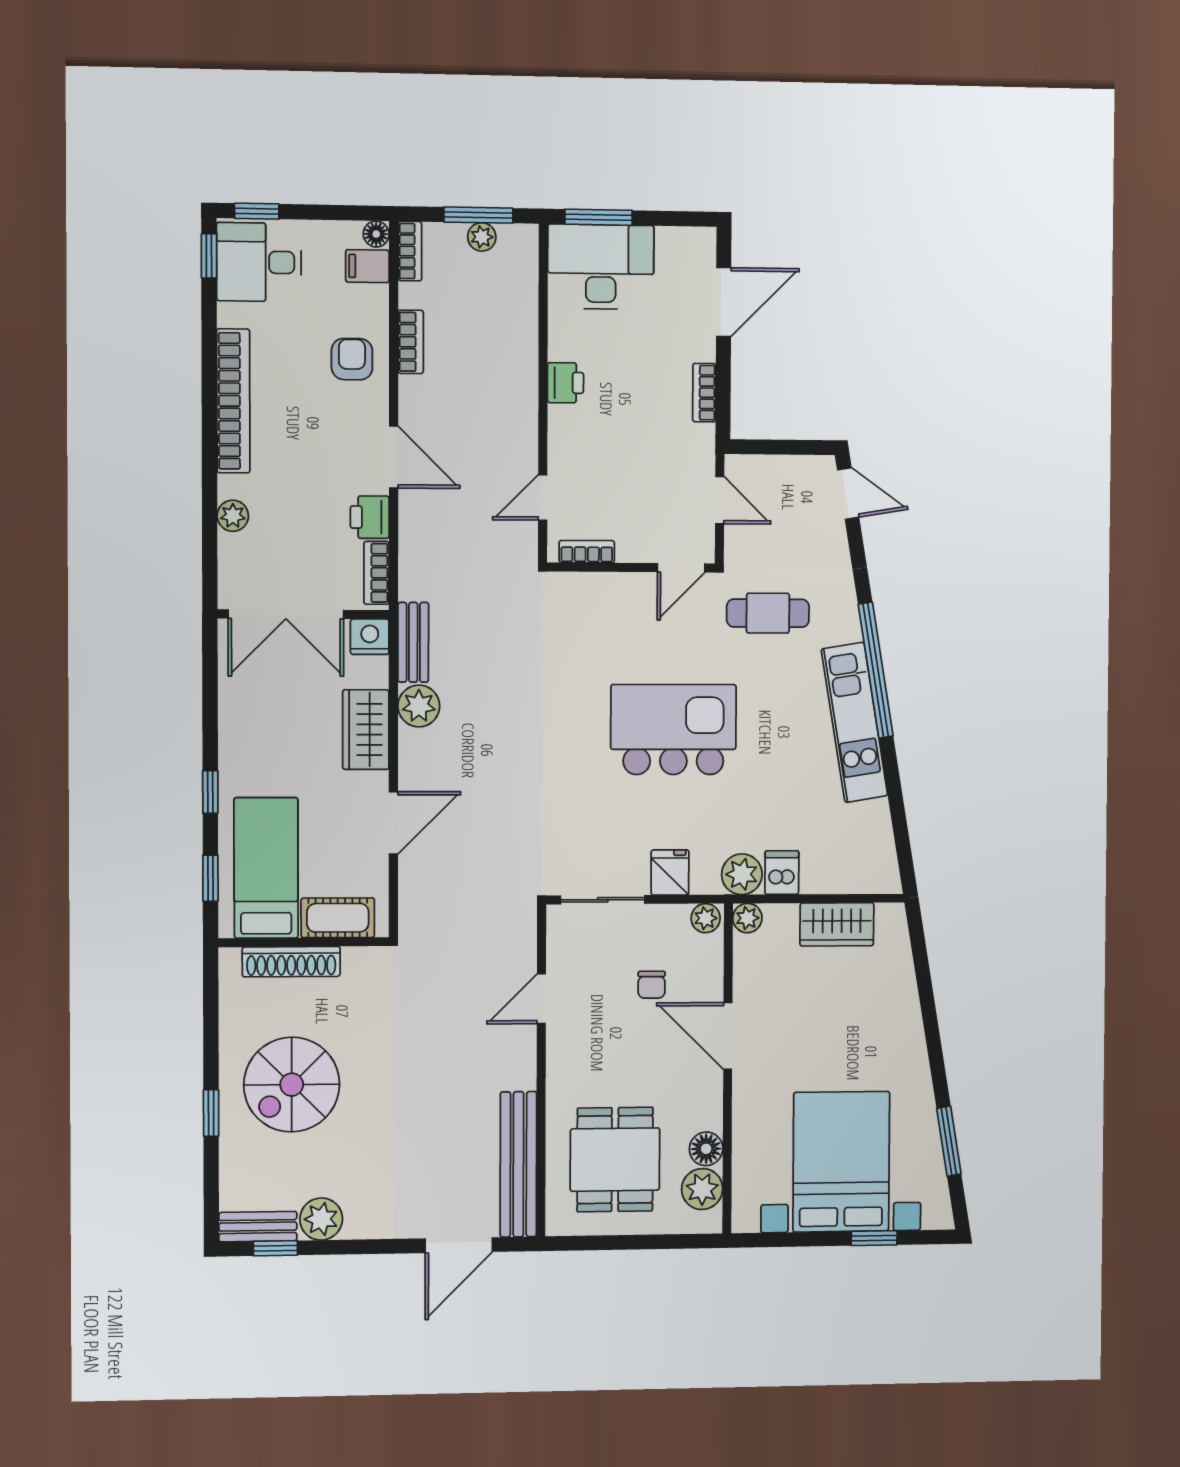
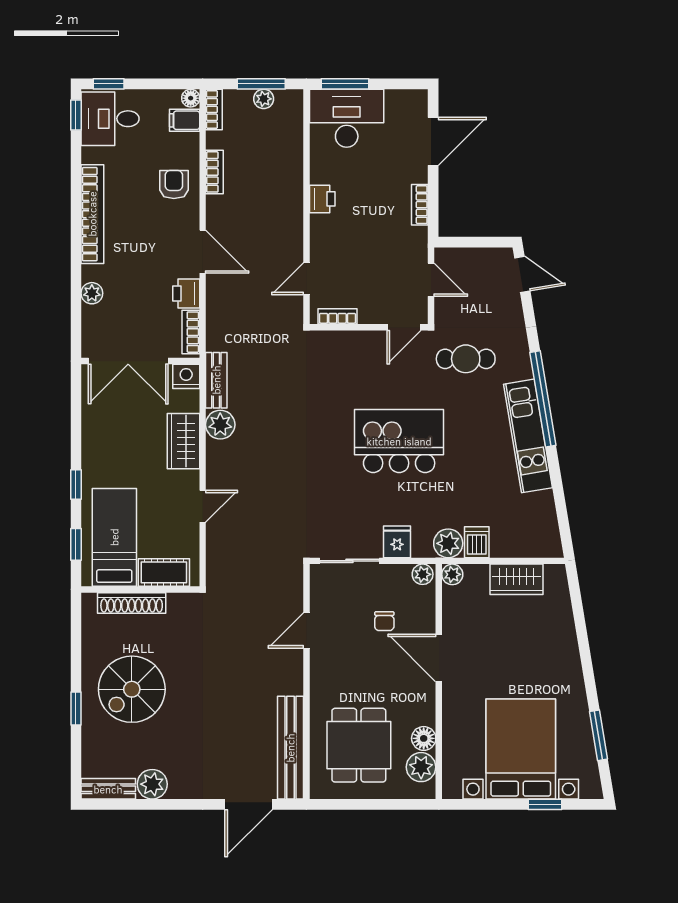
door: (393, 823) -> (203, 506), width x0.73
window: (275, 1248) -> (120, 804), removed

